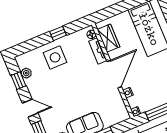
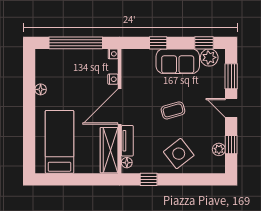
window: (58, 33) -> (149, 179), moved
wardrobe: (109, 38) -> (109, 150), width x1.50
side table: (55, 57) -> (179, 154), turned -38
coffee table: (73, 88) -> (173, 110), added

